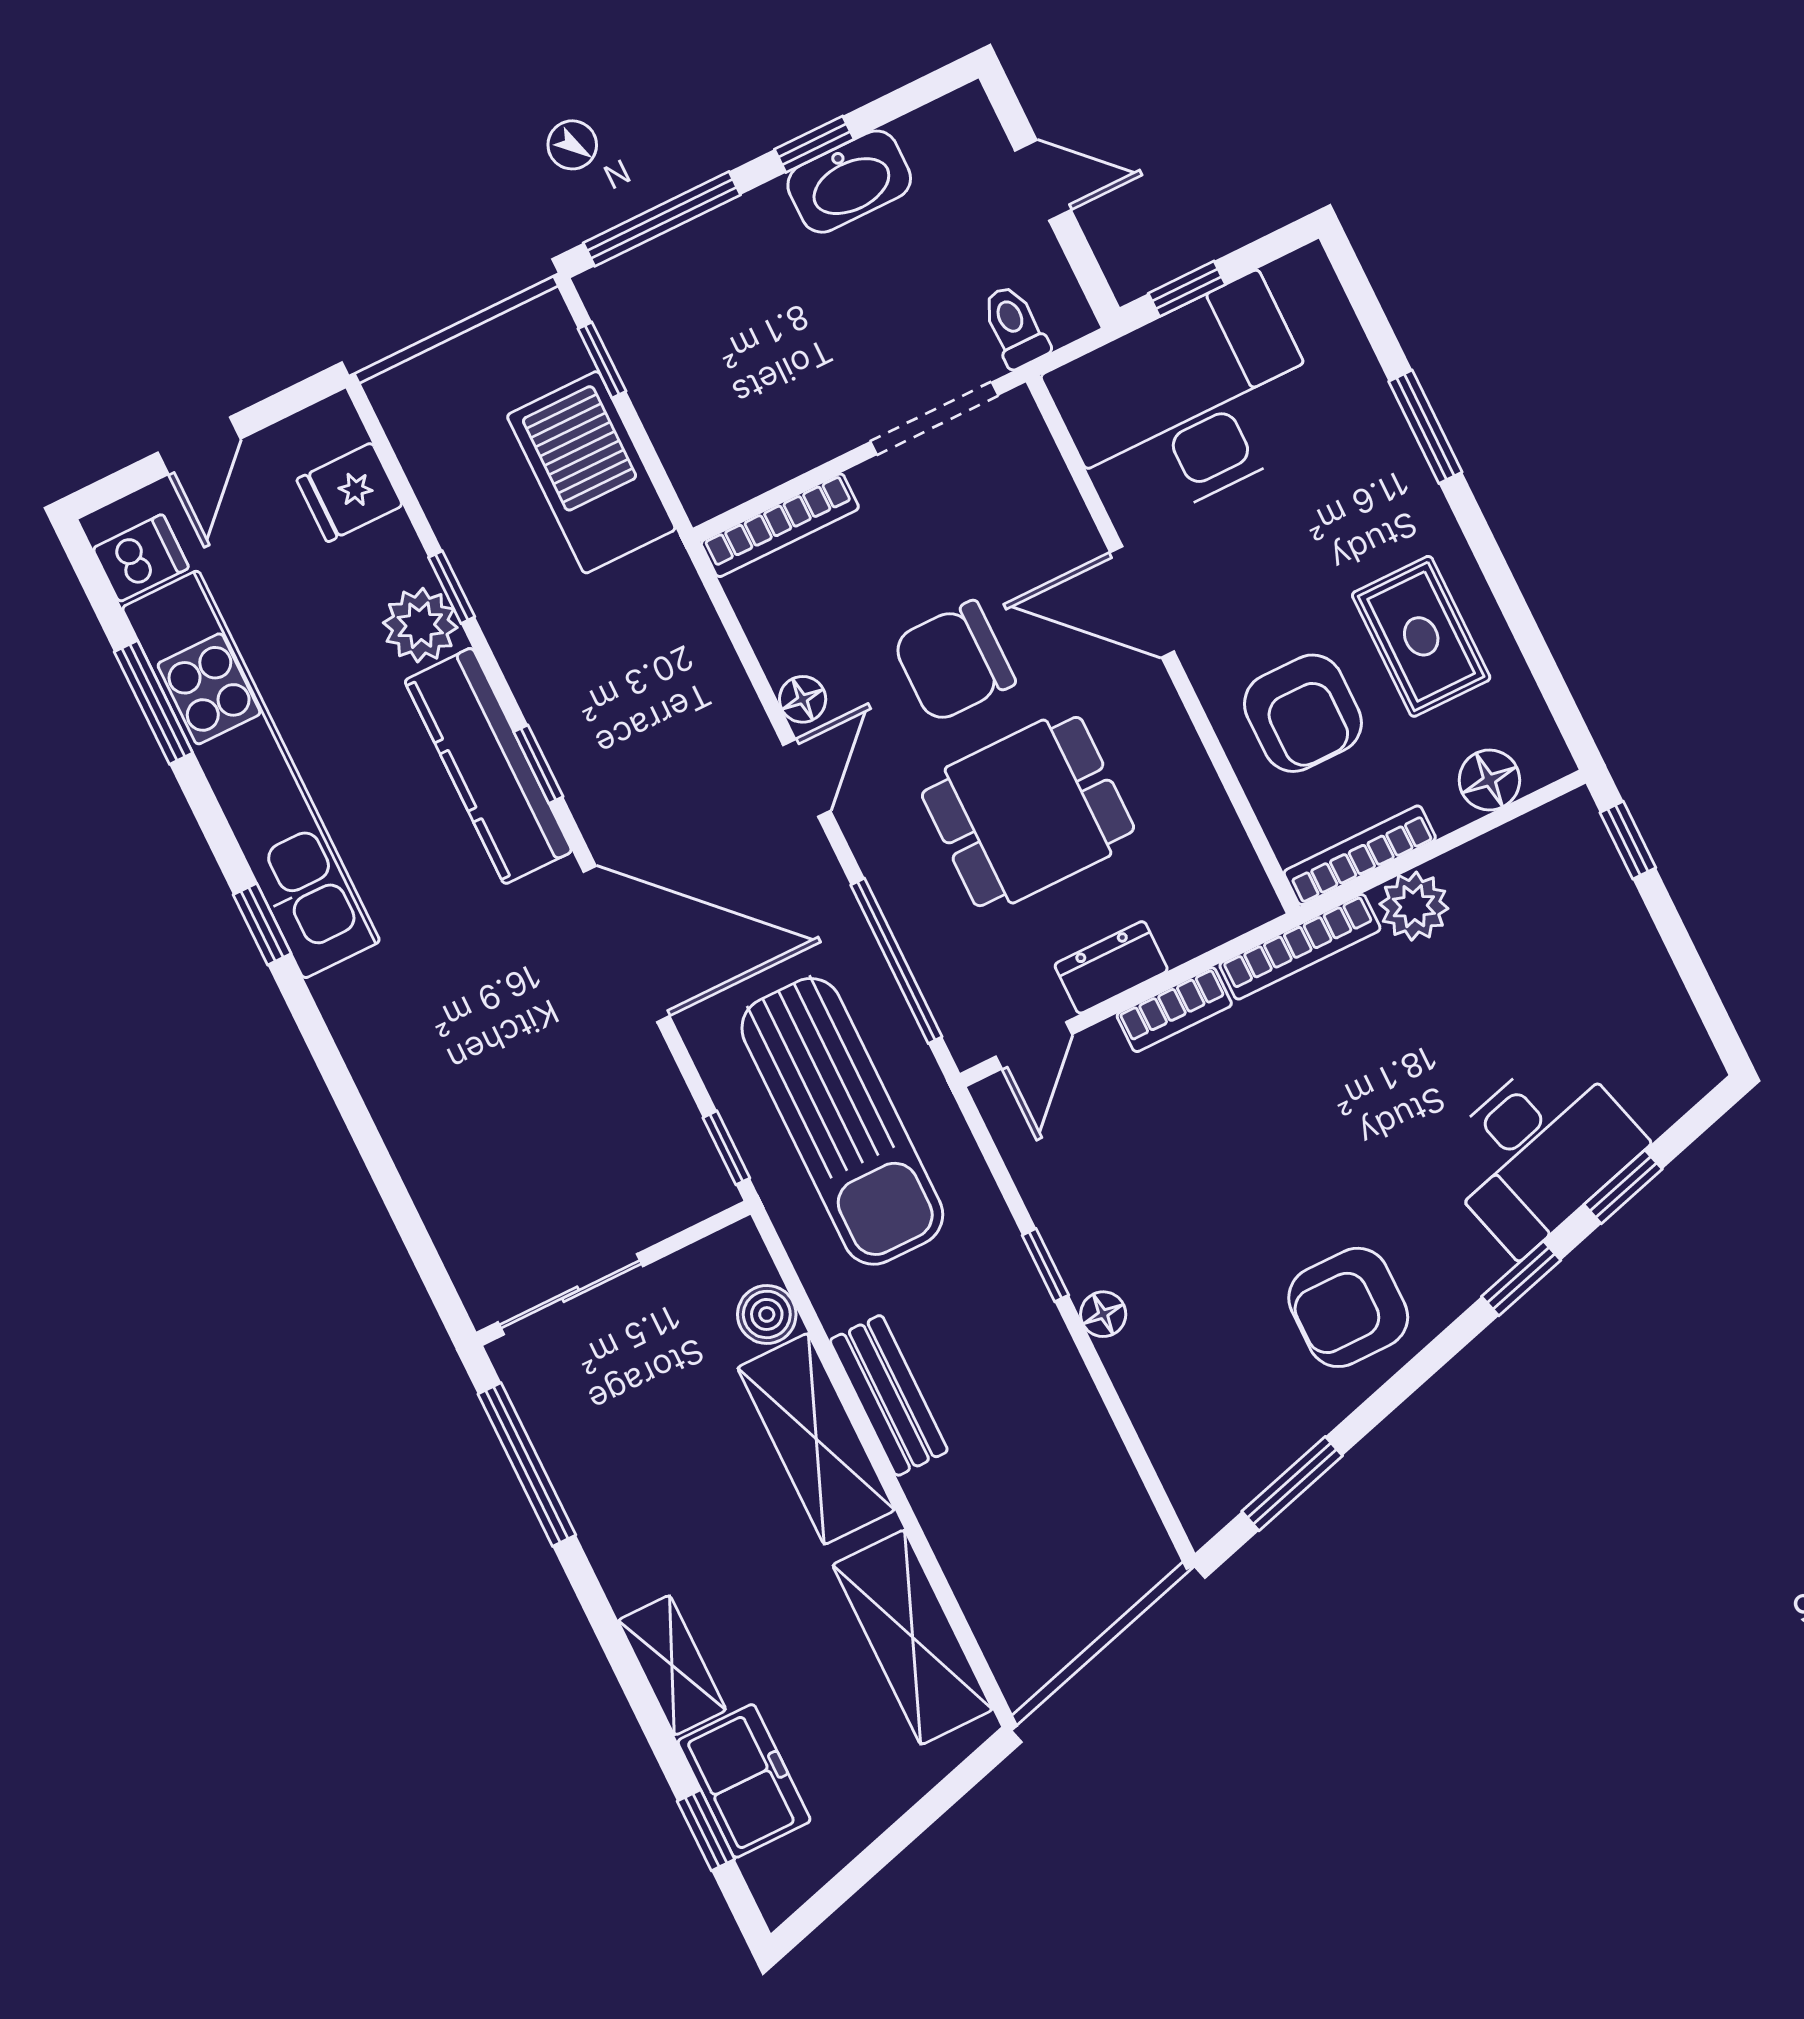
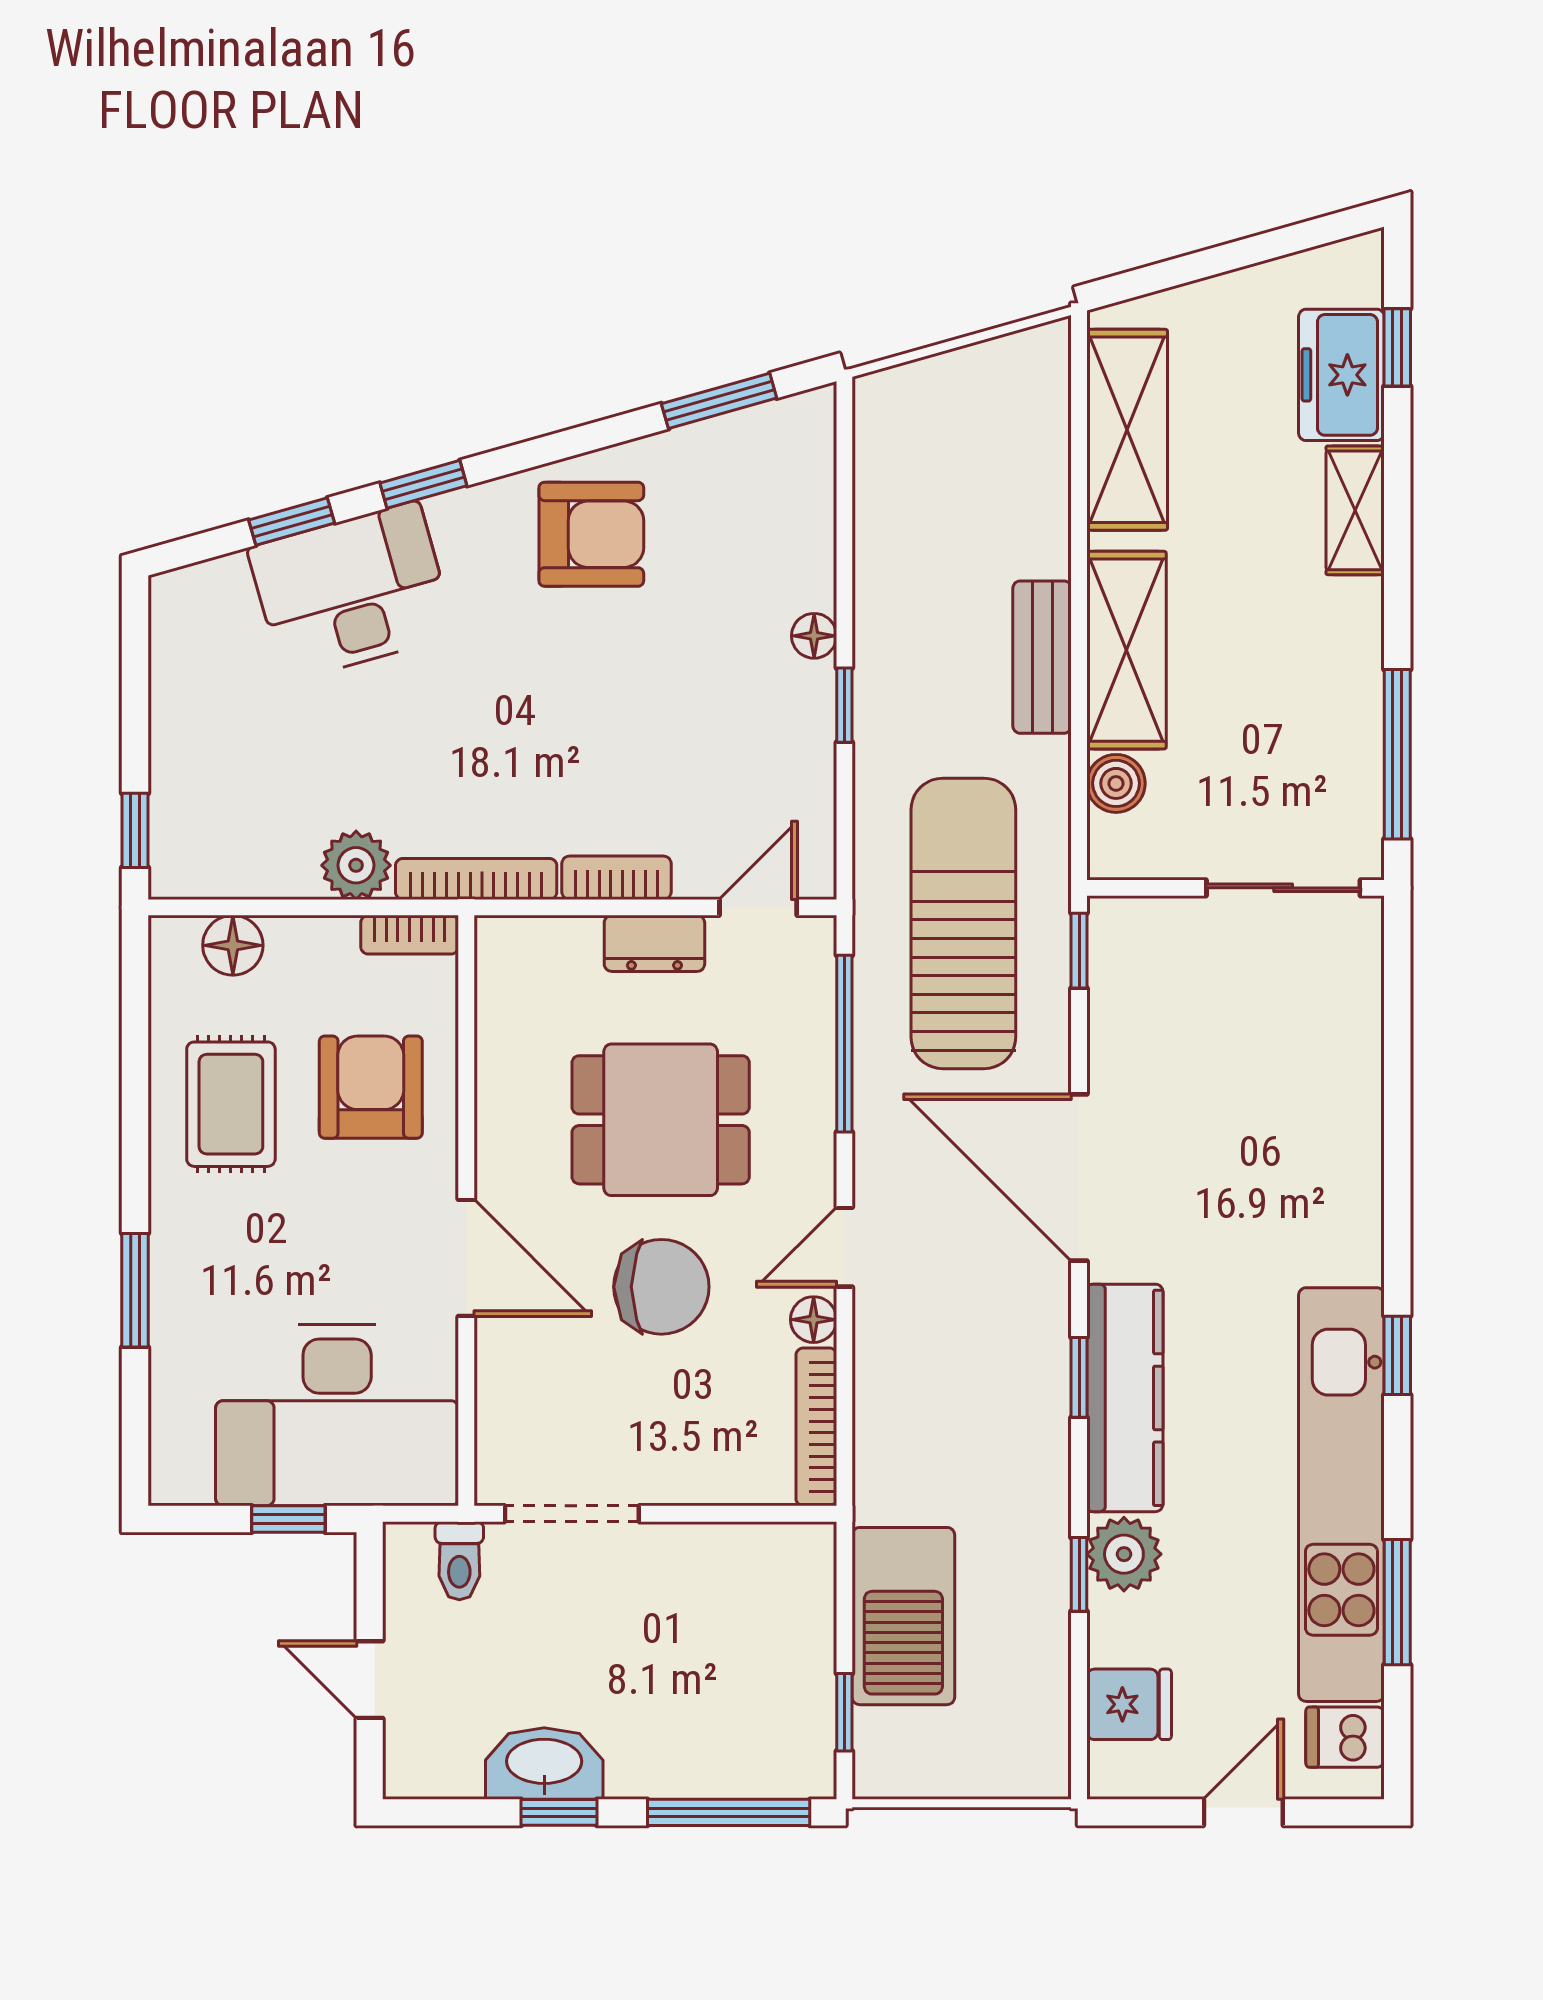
bookcase: (780, 525) -> (816, 1427), moved, turned -90
bookcase: (1360, 855) -> (410, 935), width x0.64

